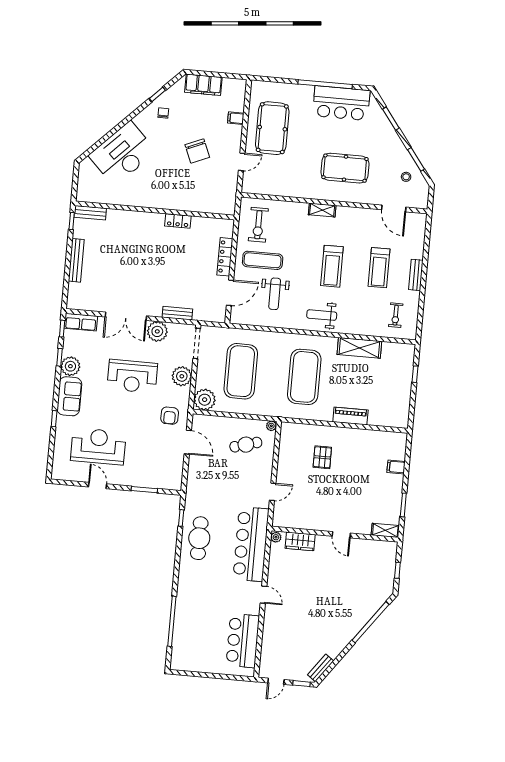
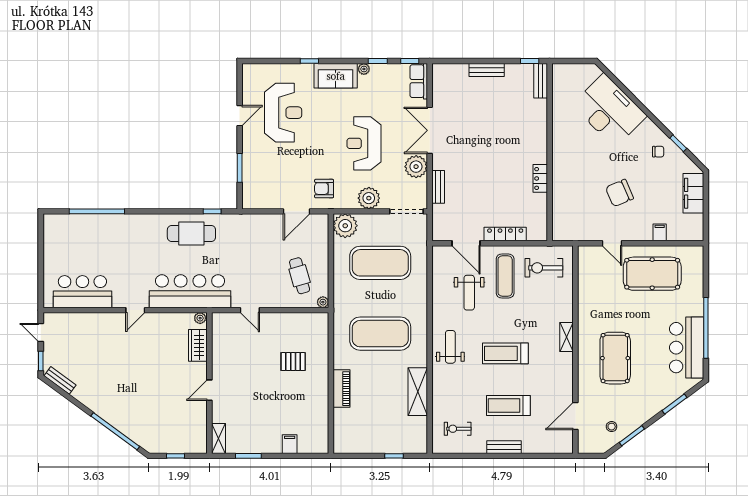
bench: (76, 260) -> (487, 70), width x0.73
weight bench: (275, 294) -> (469, 293), turned -90
plant: (70, 366) -> (364, 69), width x0.53, depth x0.53

